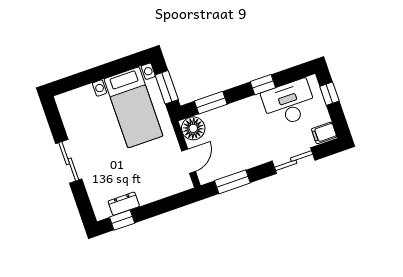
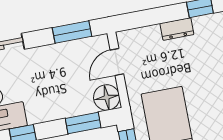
dresser: (124, 204) -> (177, 29), moved

